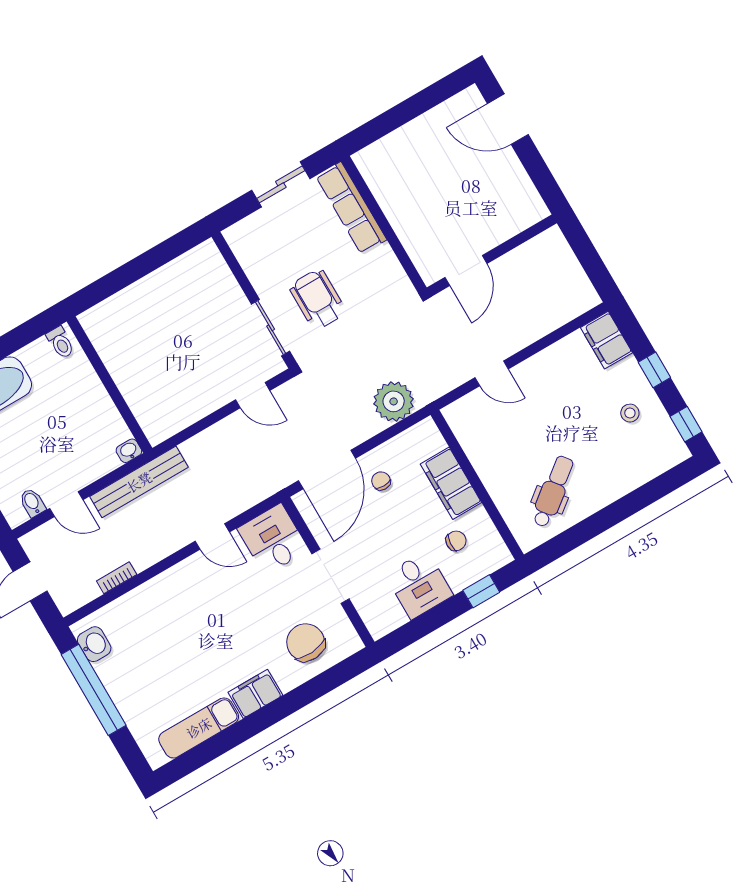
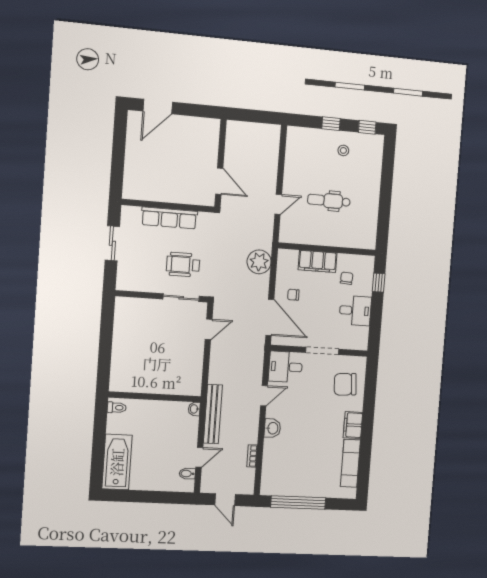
row of seats: (351, 208) -> (169, 218), moved
filing cabinet: (606, 340) -> (301, 137), removed
dental chair: (553, 491) -> (329, 201), moved, turned -52
washbasin: (94, 644) -> (272, 428), moved, turned 90

